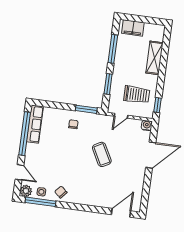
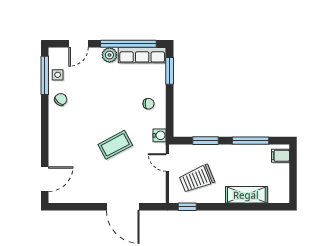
filing cabinet: (133, 28) -> (280, 156), width x0.50
trolley: (137, 95) -> (197, 179), turned 68
window: (86, 109) -> (170, 71), moved
water cooler: (147, 125) -> (160, 135), moved
plant: (26, 191) -> (109, 55), moved
door: (121, 213) -> (45, 179), hinge flipped

